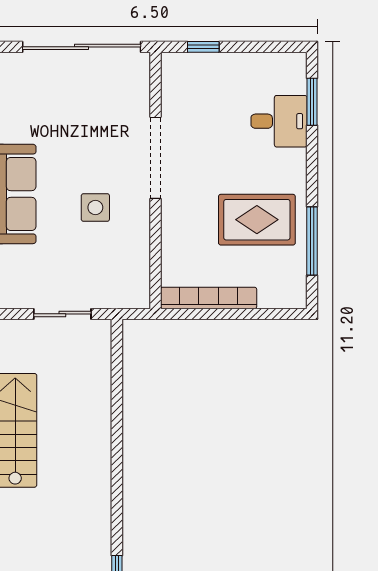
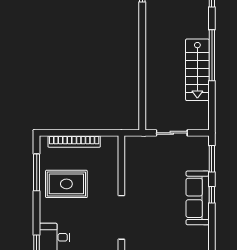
side table: (95, 208) -> (154, 191), removed
bookcase: (209, 298) -> (74, 142), moved

